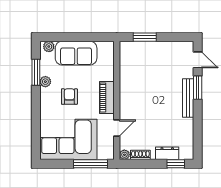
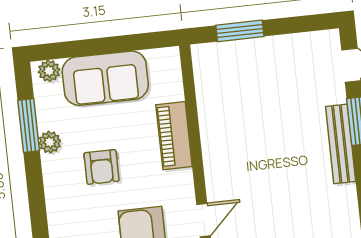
armchair: (69, 97) -> (101, 167), turned 180
piano: (107, 97) -> (174, 136), moved

